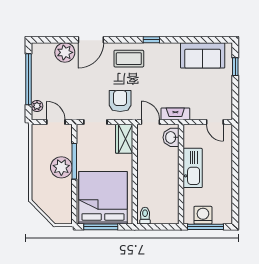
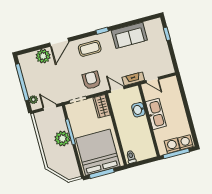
sofa: (203, 55) -> (129, 35), moved
door: (215, 122) -> (152, 80), moved
washbasin: (171, 137) -> (138, 110), moved
washing machine: (222, 215) -> (185, 142), added

